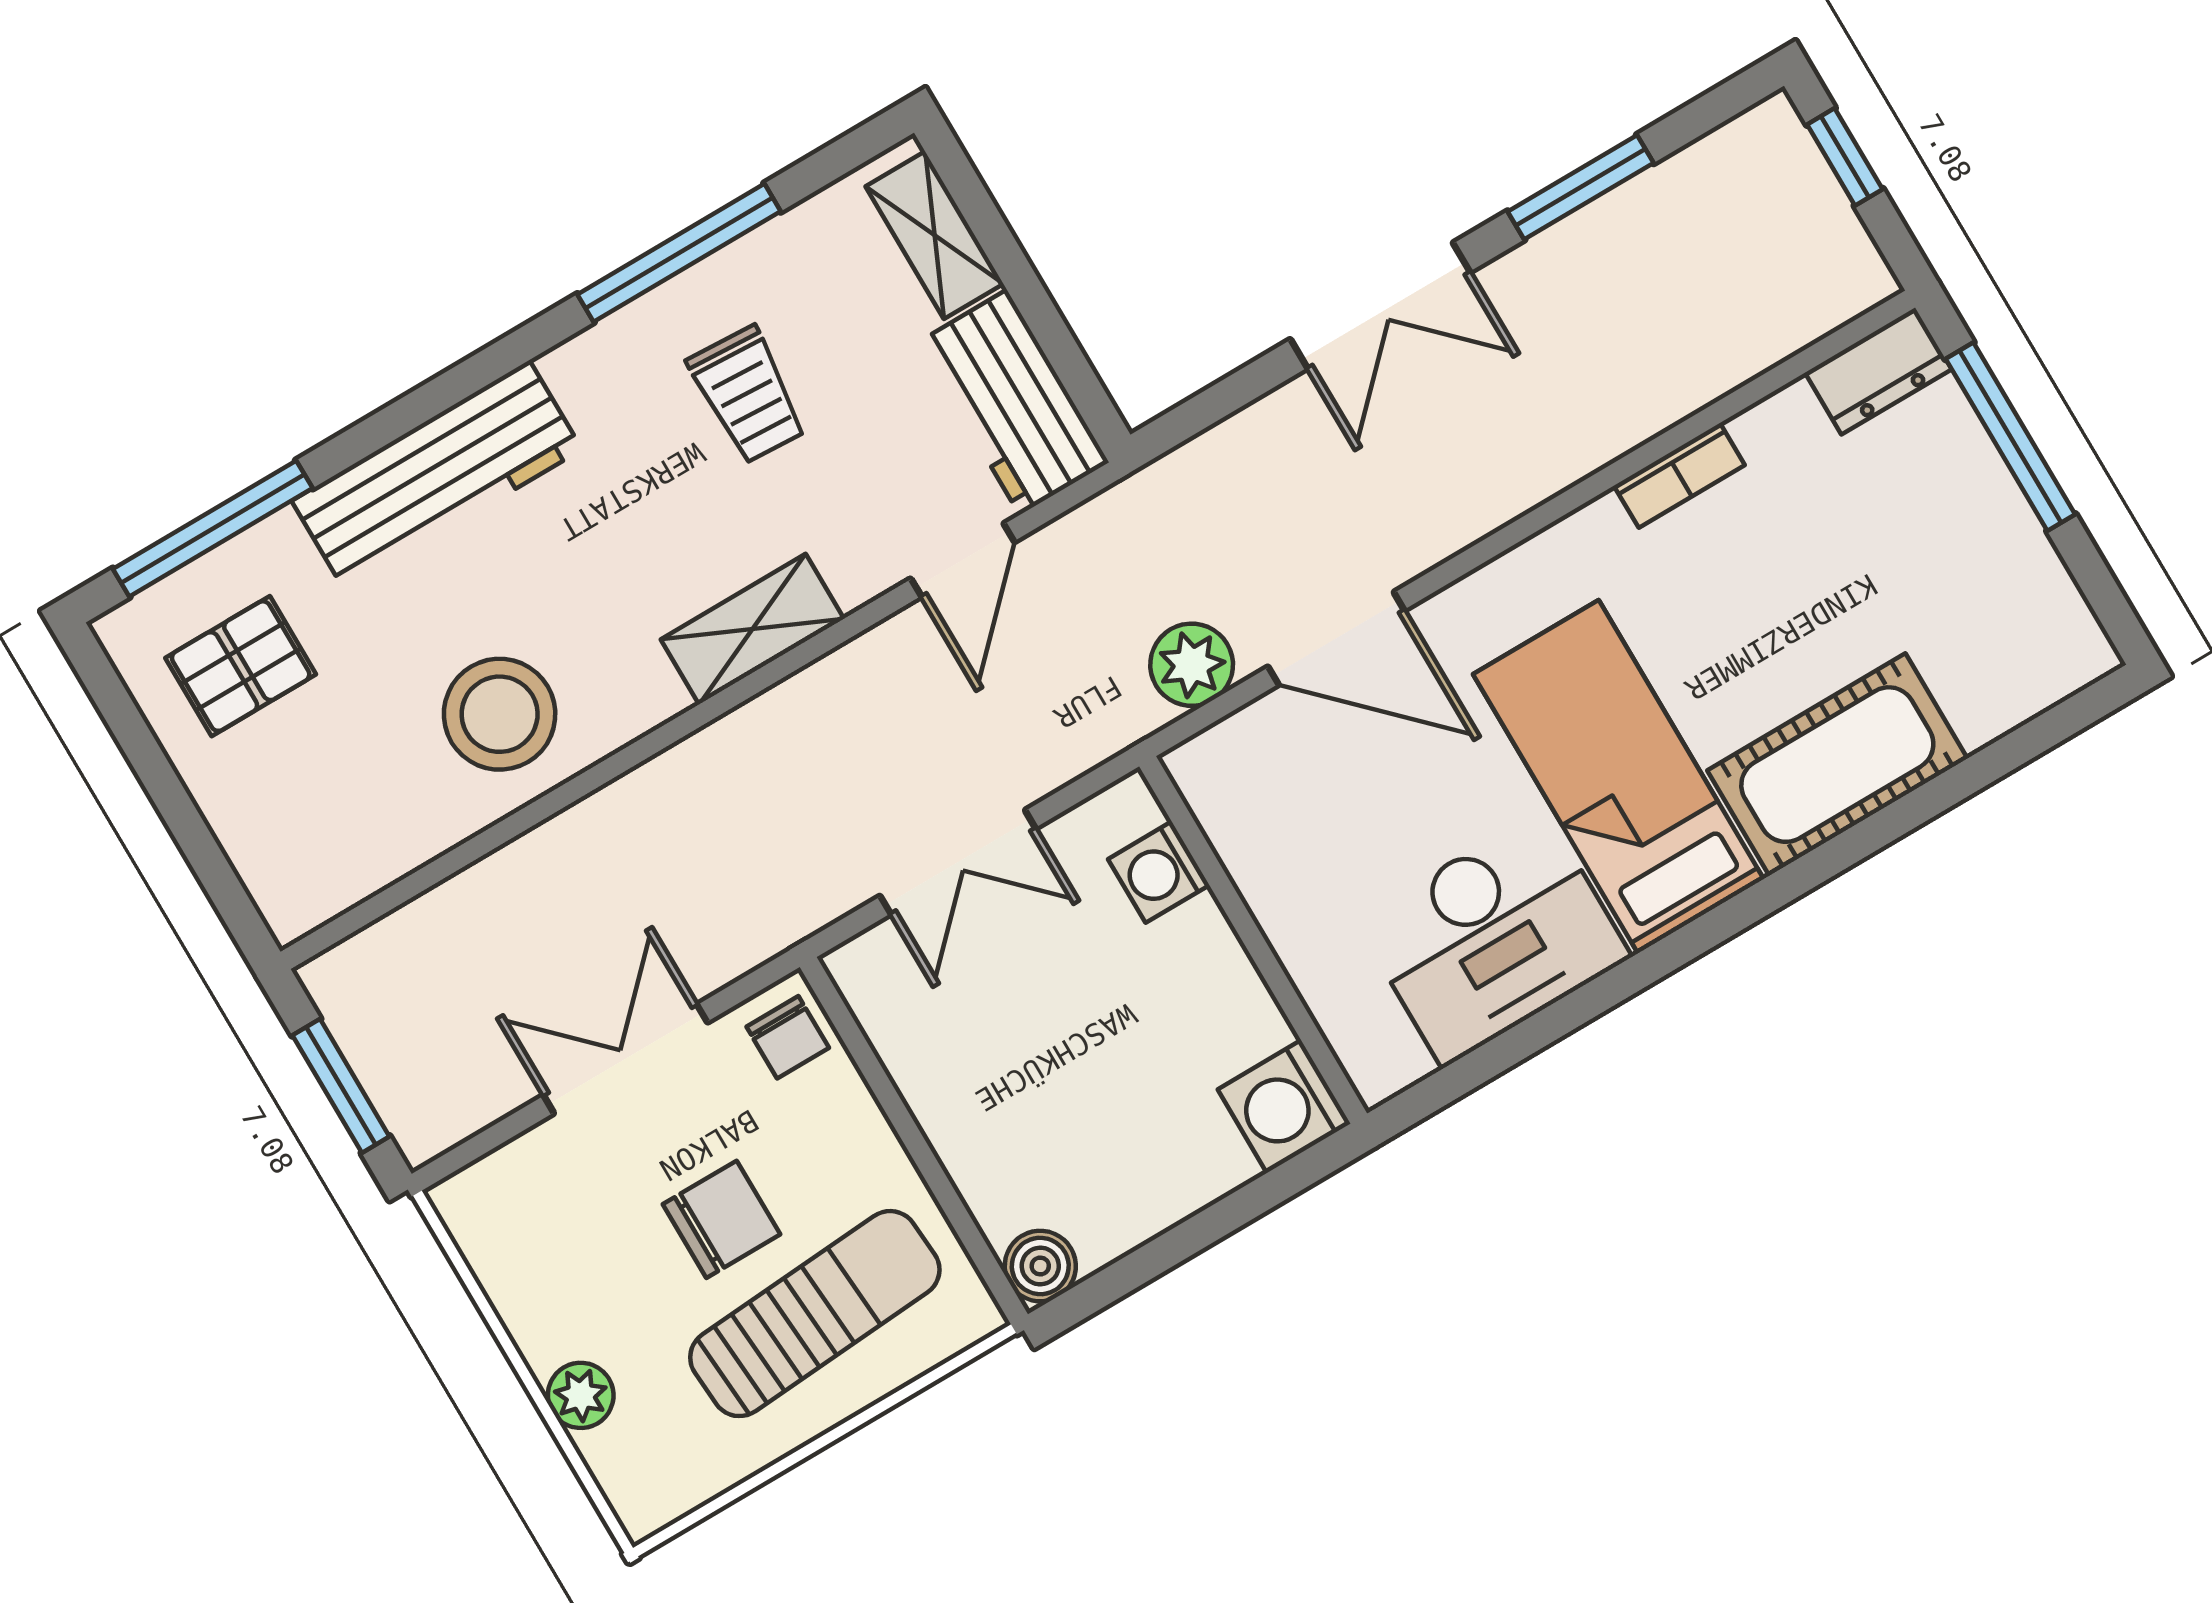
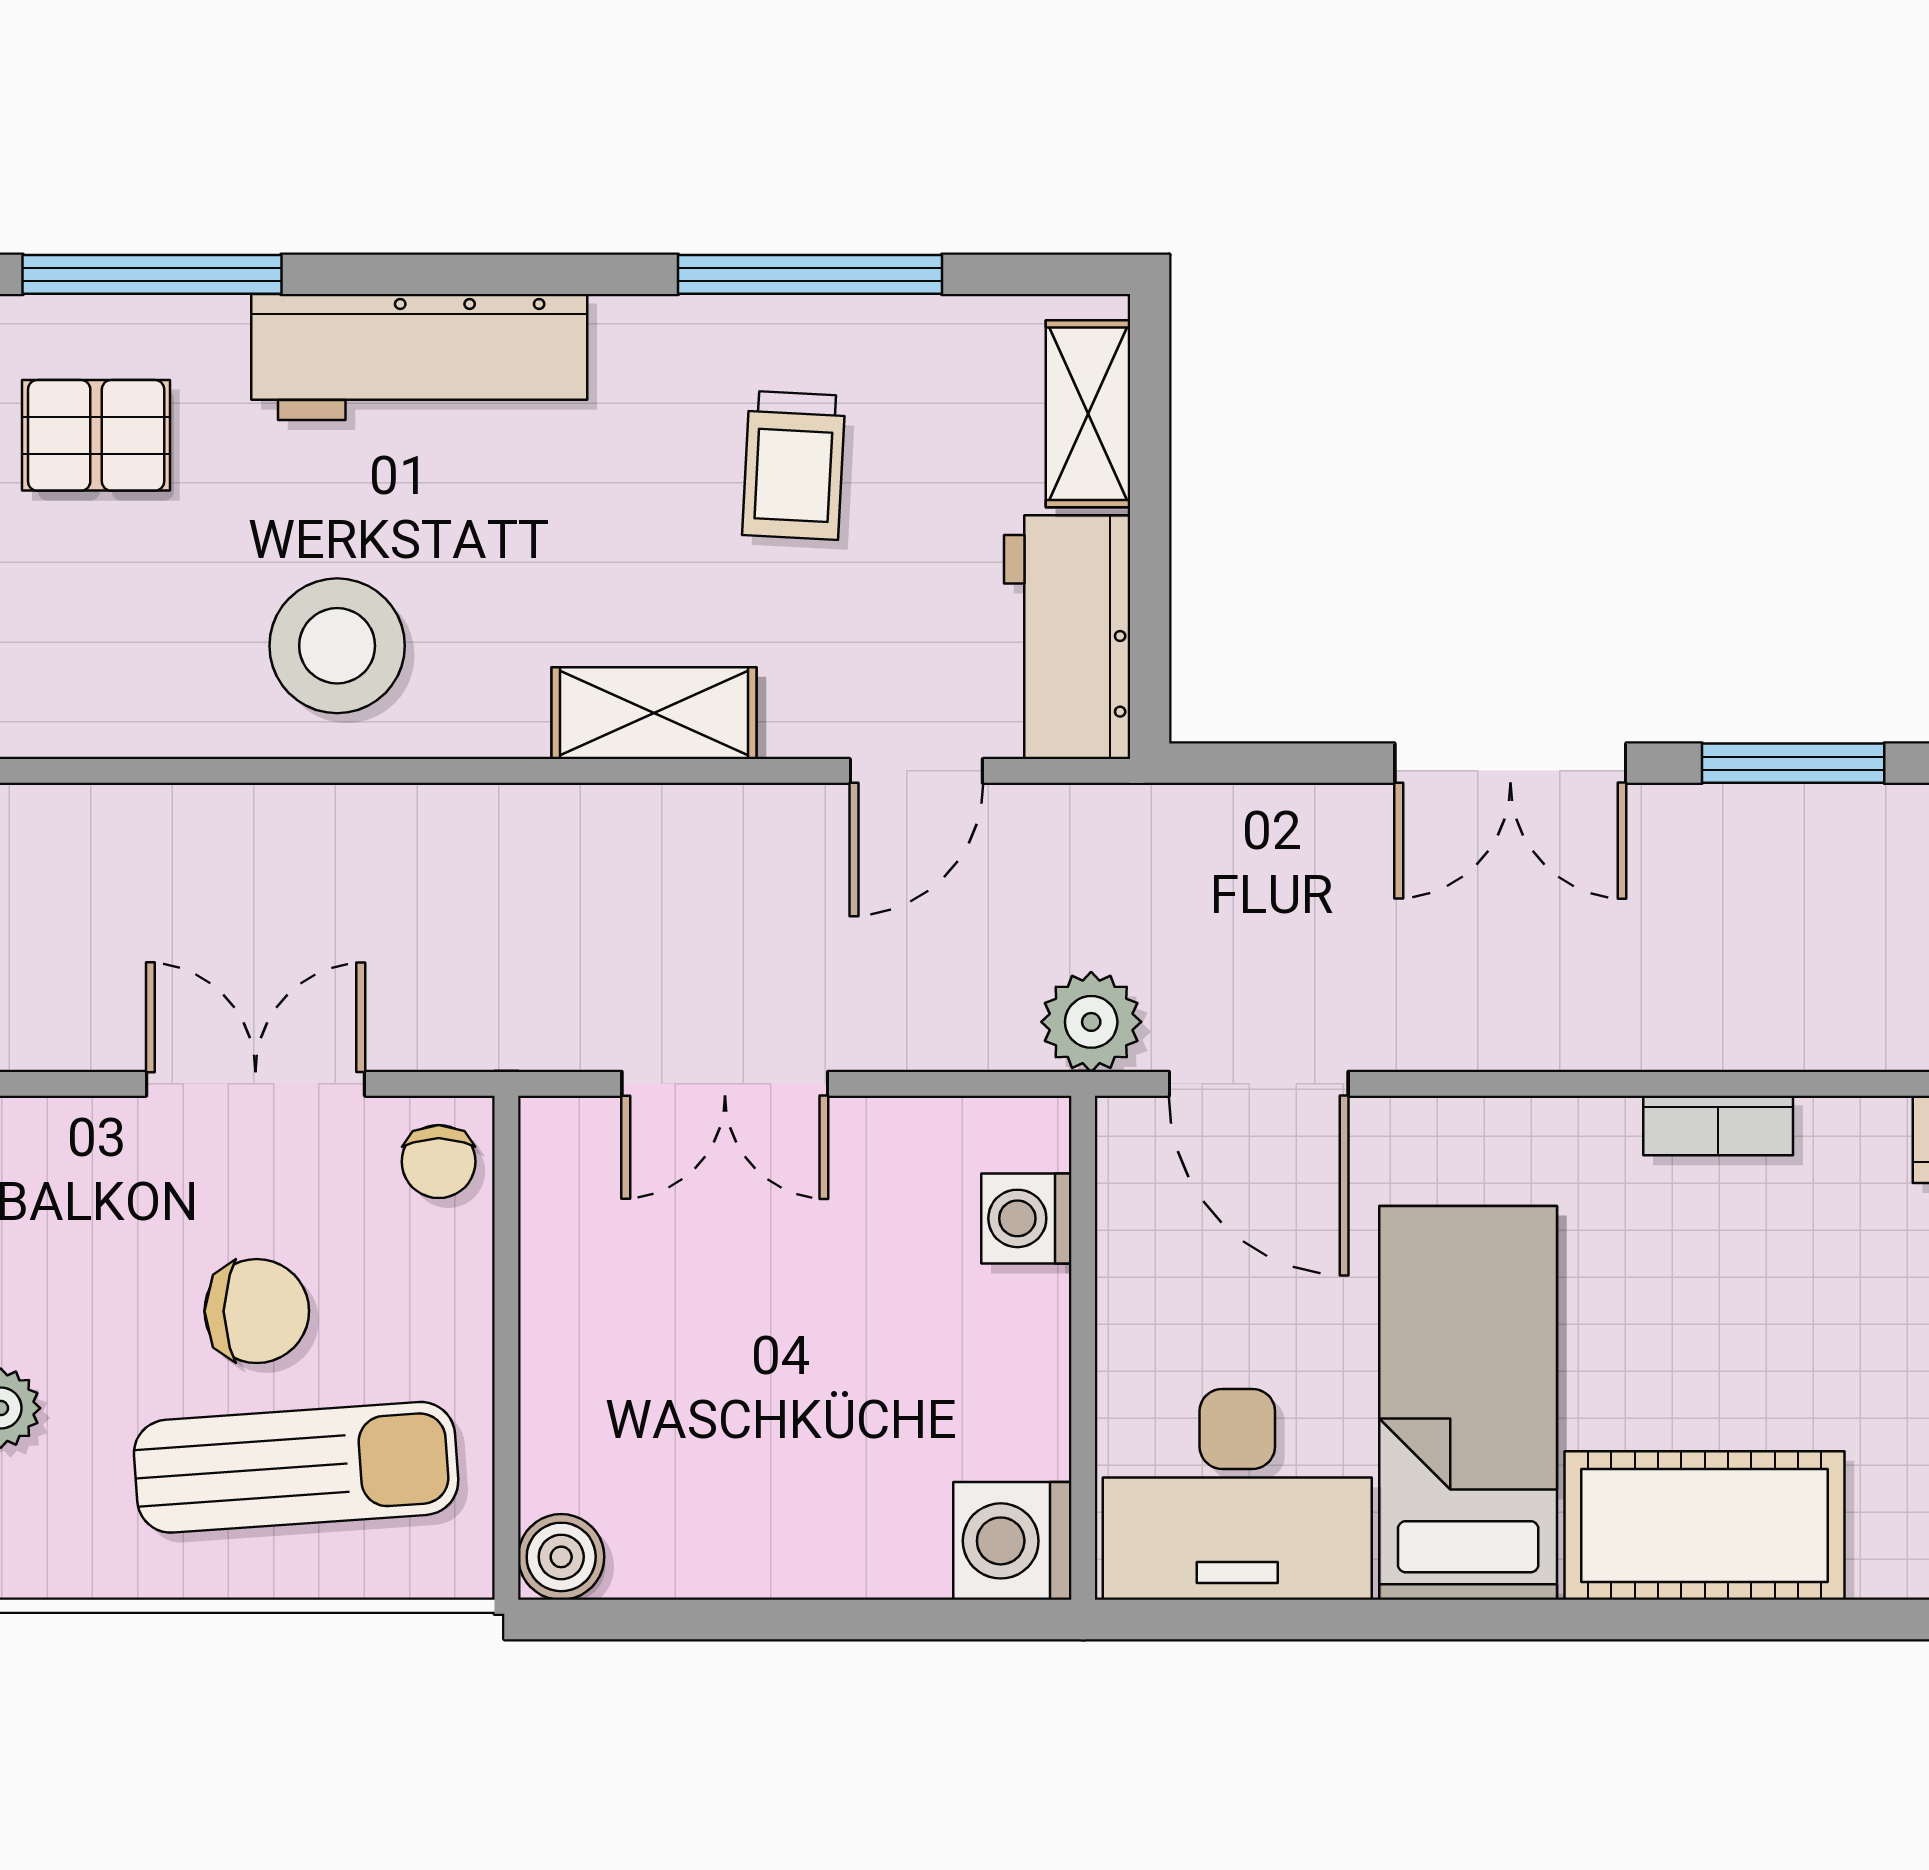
washing machine: (1159, 872) -> (1026, 1218), moved
wall: (1253, 940) -> (1083, 1348), moved
washing machine: (1284, 1106) -> (1012, 1541), moved

